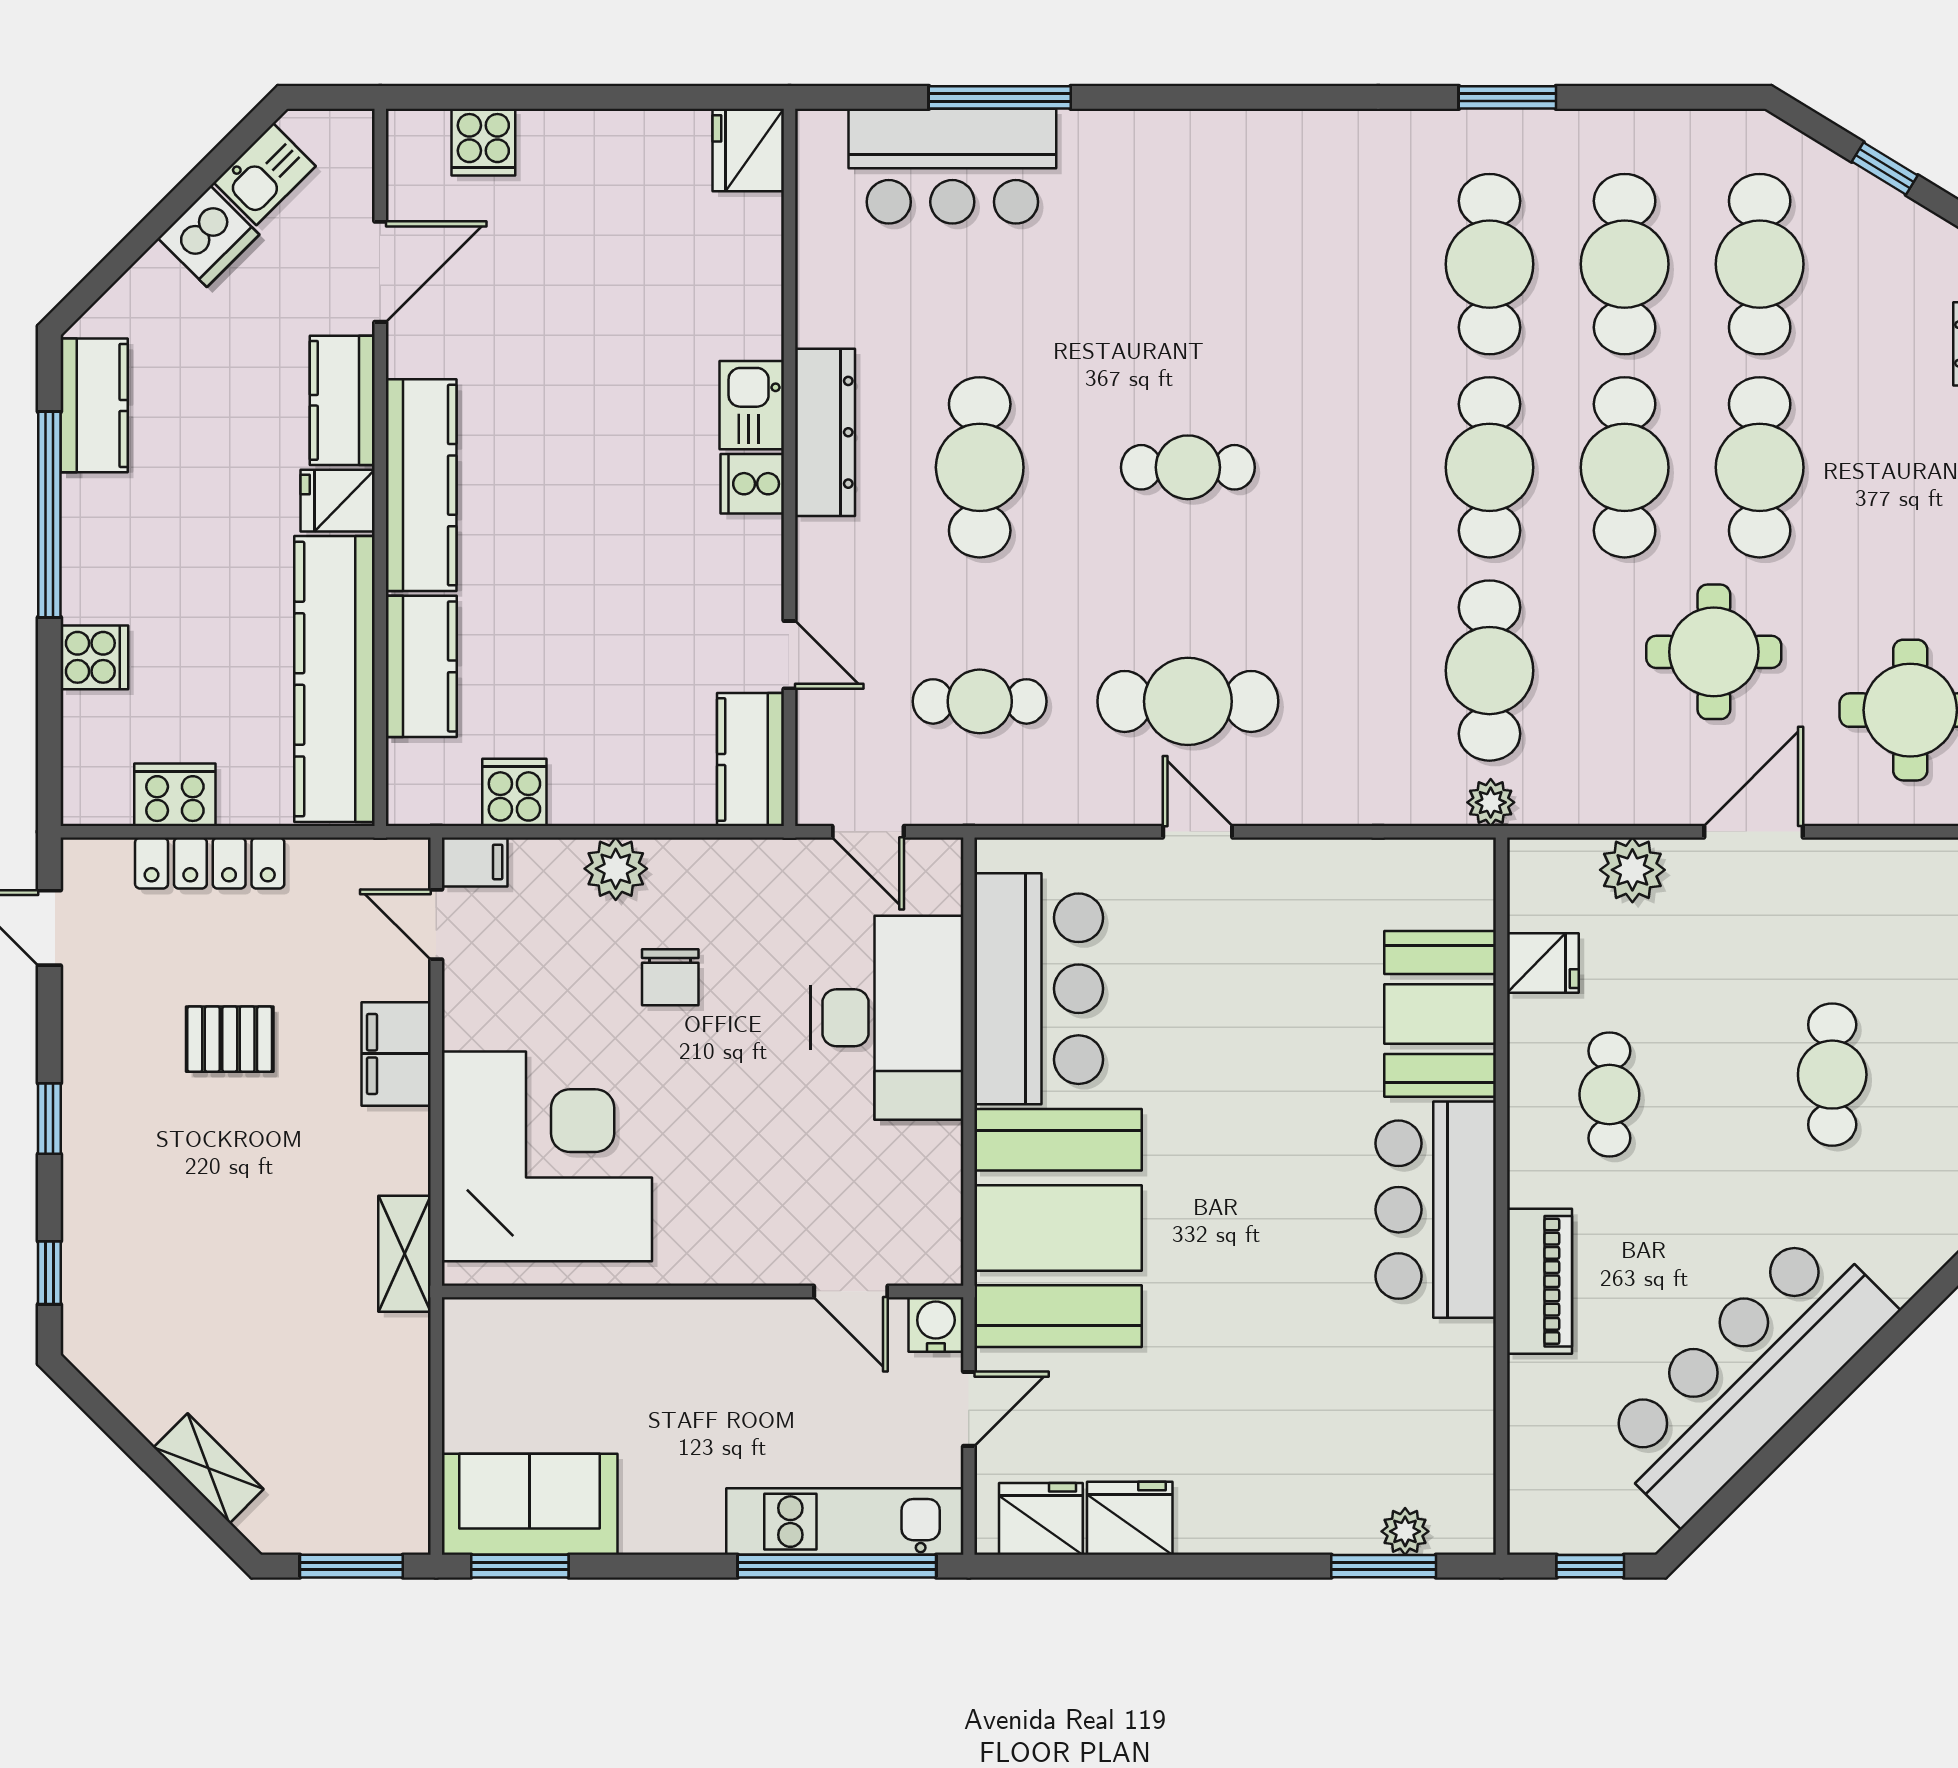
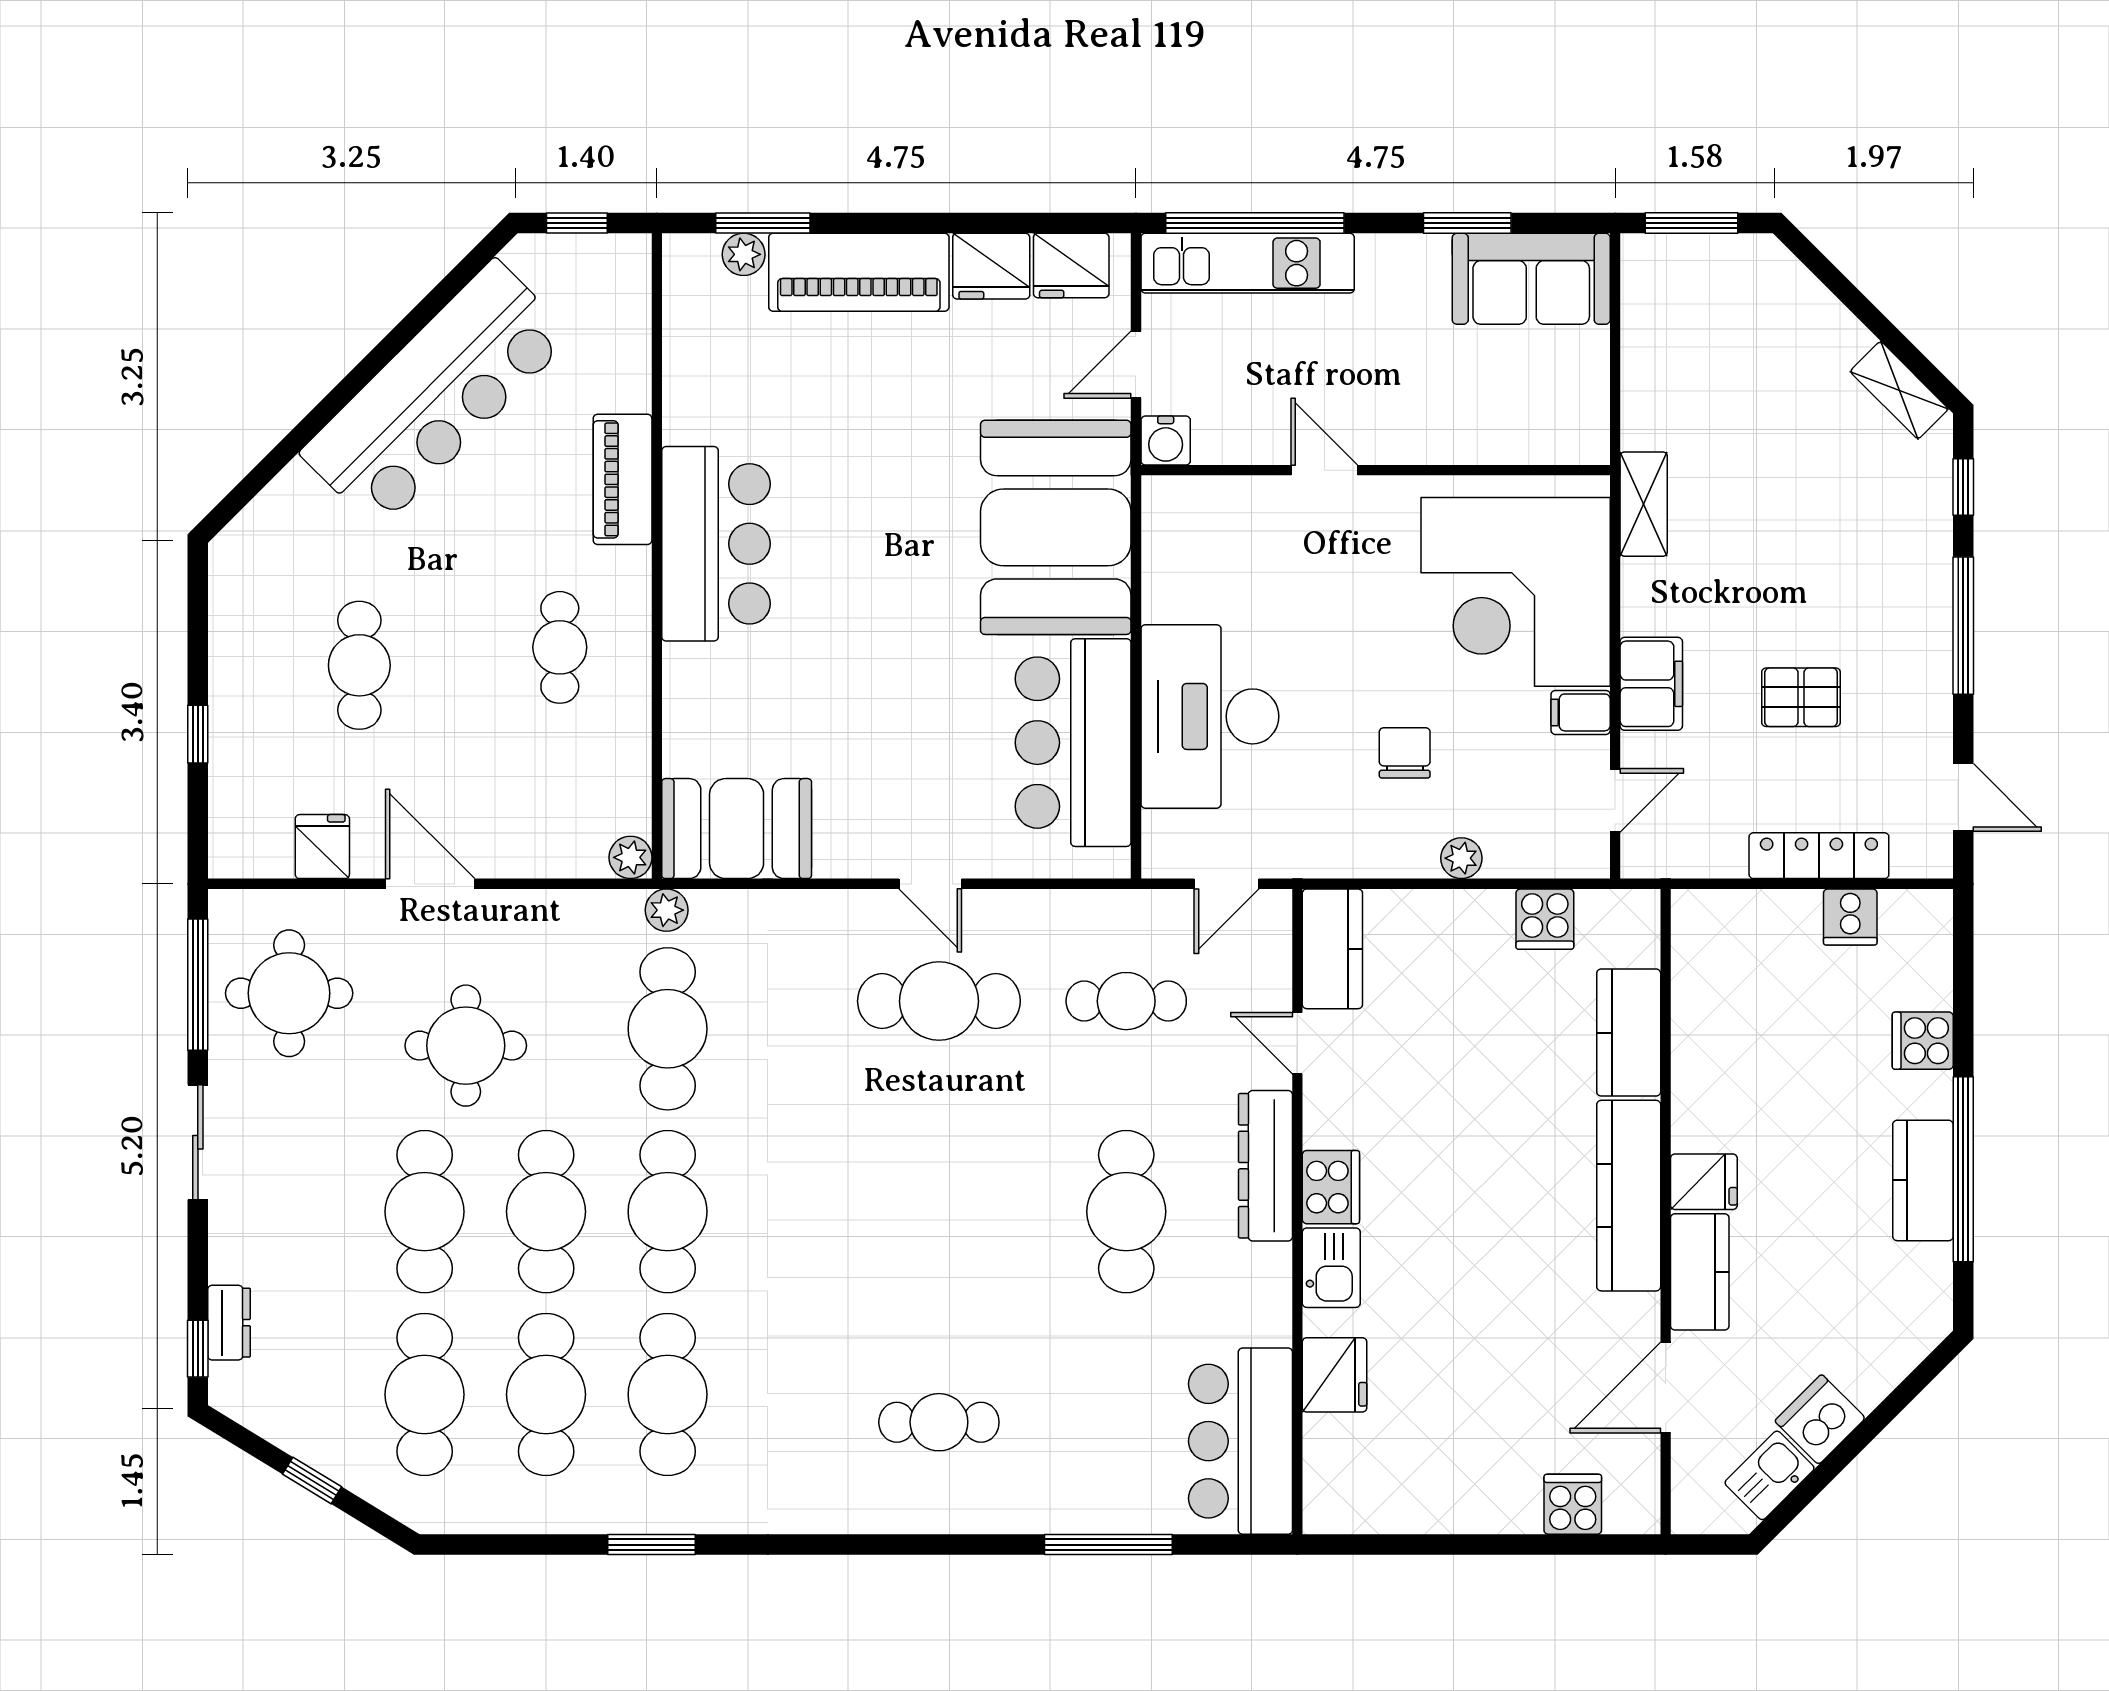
fridge: (748, 150) -> (1335, 1375), moved
bar counter: (952, 166) -> (1240, 1441), moved, turned -90
kitchen counter: (94, 405) -> (1923, 1180), moved
dresser: (825, 432) -> (1265, 1166), moved
cafe table: (1188, 467) -> (939, 1422), moved
cooker: (752, 484) -> (1331, 1187), width x1.36
kitchen counter: (335, 679) -> (1707, 1021), removed
cooker: (175, 795) -> (1850, 917), width x0.73
door: (868, 832) -> (1227, 884), swing flipped
door: (1754, 832) -> (430, 884), swing flipped
filing cabinet: (475, 862) -> (1581, 712), moved
plant: (616, 869) -> (1461, 858), width x0.73, depth x0.73
plant: (1632, 870) -> (630, 857), moved, width x0.73, depth x0.73
door: (436, 925) -> (1615, 800), hinge flipped
fridge: (1543, 963) -> (322, 847), moved, turned 90
booth: (1440, 1014) -> (737, 829), moved, turned 90
window: (49, 1119) -> (1963, 626), width x2.17
door: (851, 1291) -> (1324, 470), moved
shelving: (208, 1468) -> (1899, 390), moved
piano: (1277, 1511) -> (859, 272), added
window: (520, 1566) -> (1467, 223), moved

